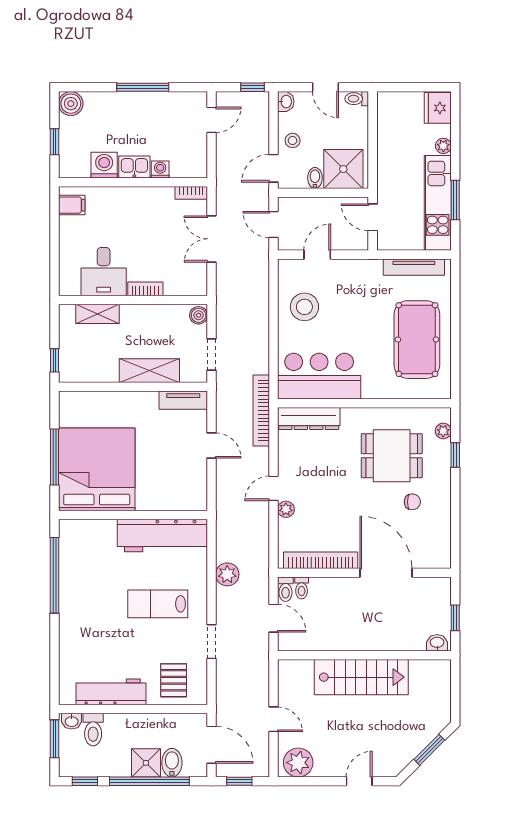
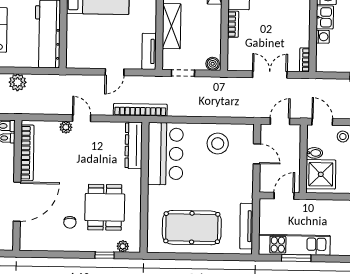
plant: (443, 146) -> (337, 250), removed

